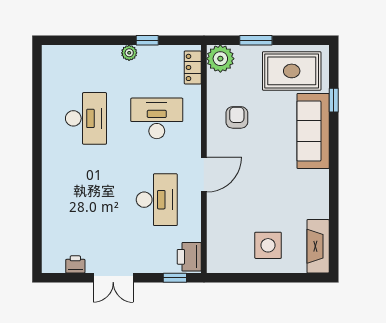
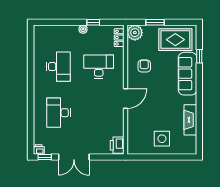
desk: (157, 200) -> (58, 113), moved, turned 180
fireplace: (318, 246) -> (190, 120), moved
printer: (75, 264) -> (39, 150), moved
double door: (113, 278) -> (74, 157), width x1.37
window: (175, 278) -> (45, 157), moved

